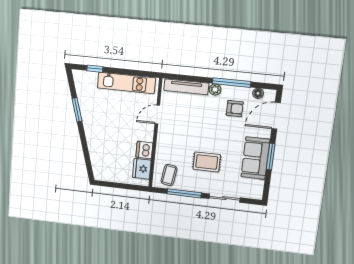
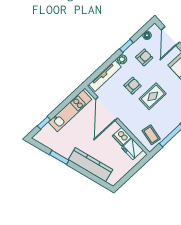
window: (232, 83) -> (126, 46), width x0.46
door: (157, 115) -> (106, 109), width x1.87
armchair: (199, 120) -> (133, 86), added
kitchen counter: (95, 143) -> (90, 165), added
rug: (207, 162) -> (153, 96), moved

